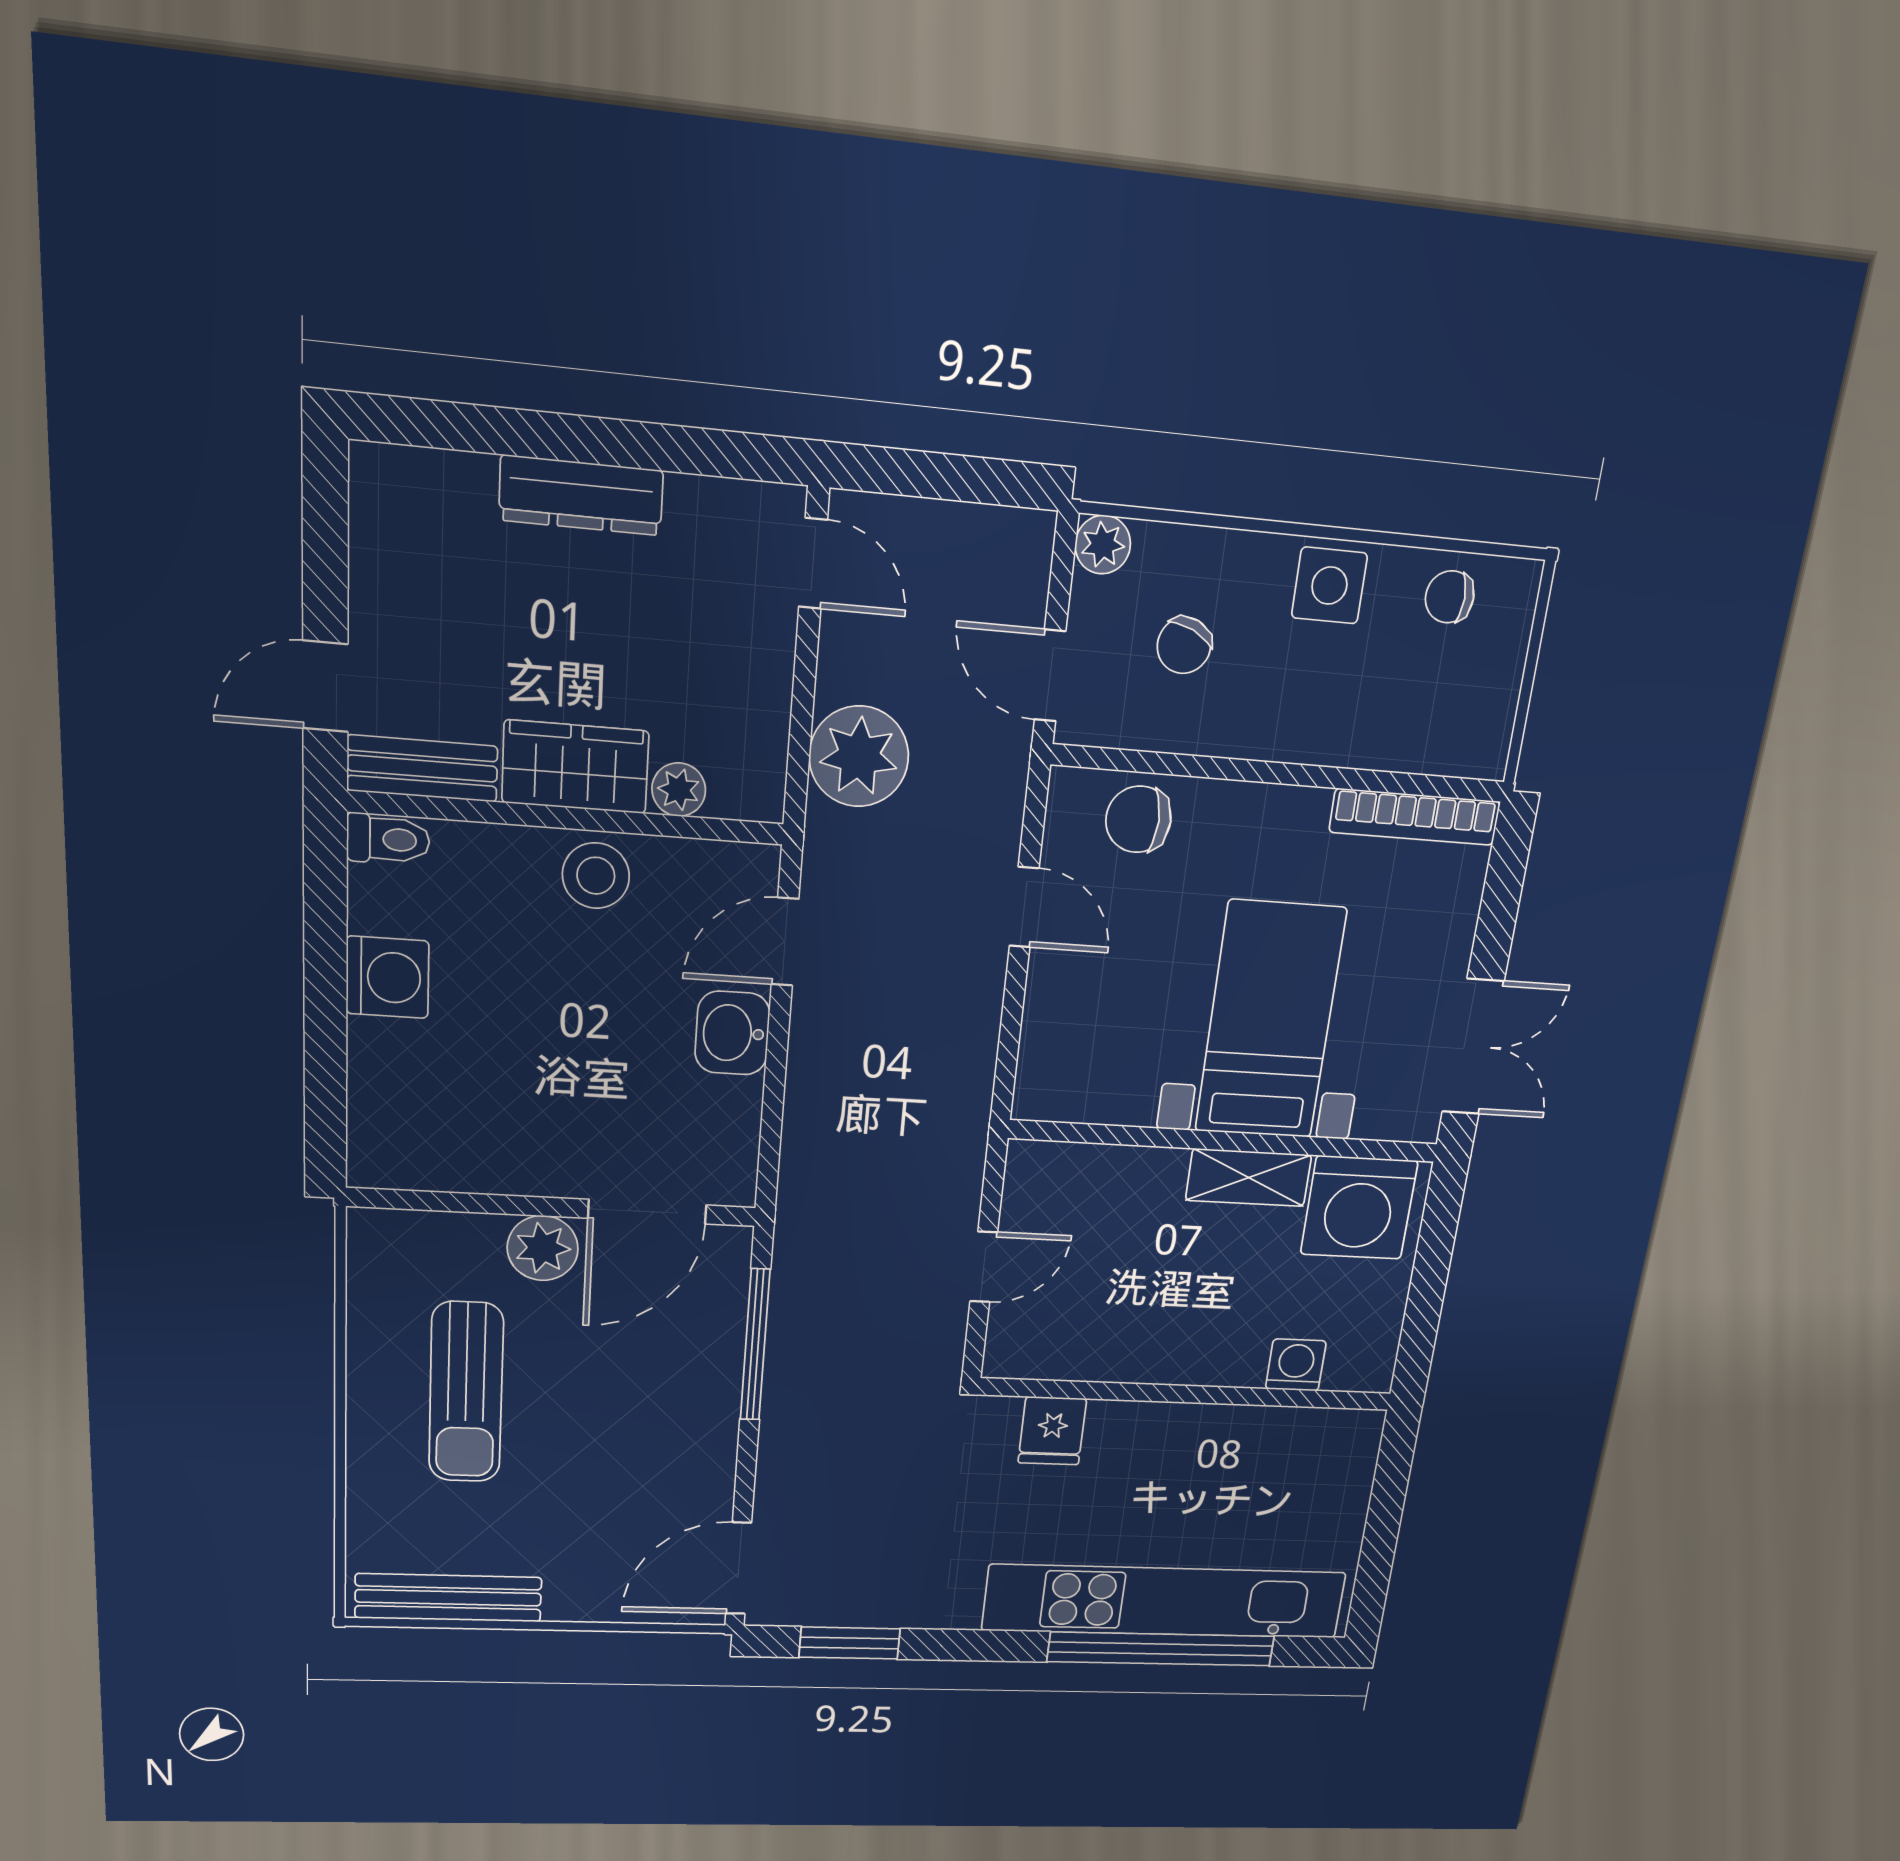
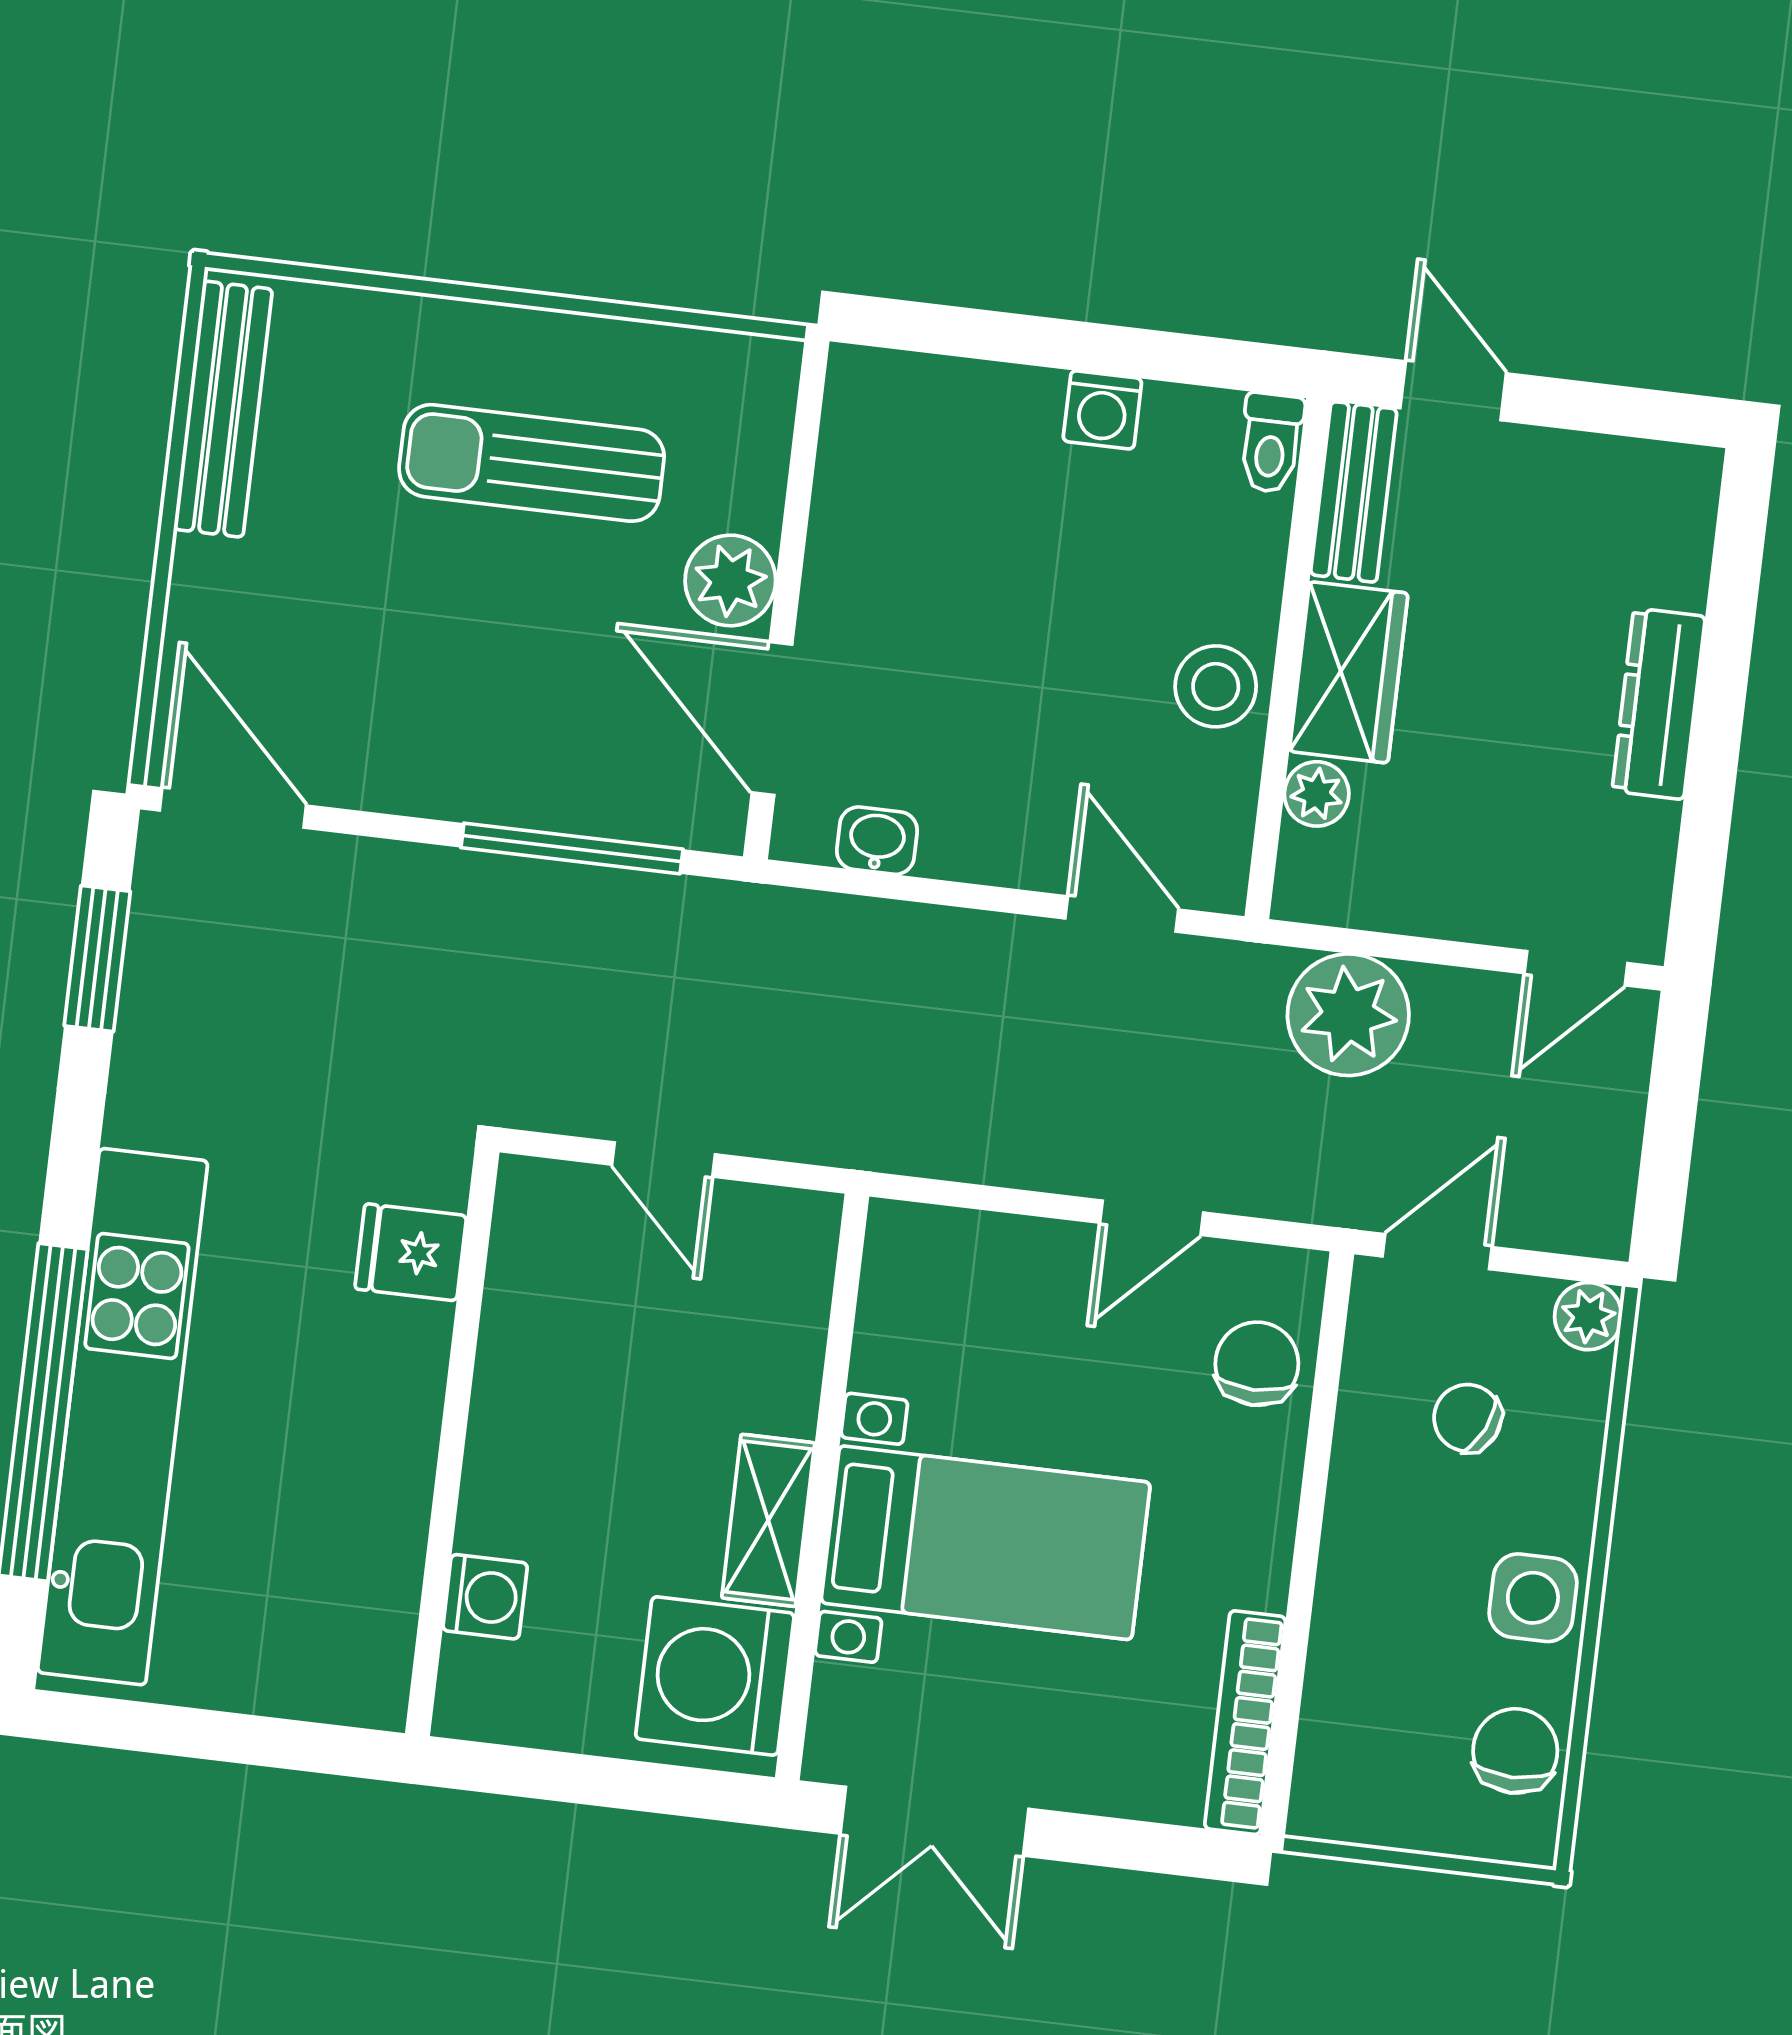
chair: (1450, 597) -> (1515, 1751), width x1.37, depth x1.37
washing machine: (387, 977) -> (1102, 410), width x0.73, depth x0.73
washbasin: (732, 1033) -> (877, 841), moved, width x0.72, depth x0.69

